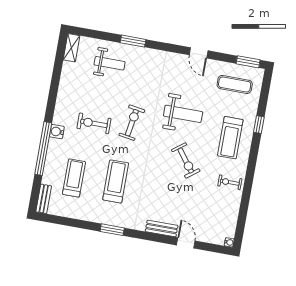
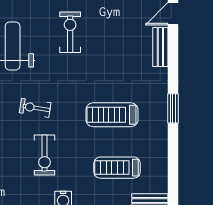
exercise bike: (132, 123) -> (35, 108), width x0.73, depth x0.72
exercise bike: (186, 160) -> (70, 32), turned -53

